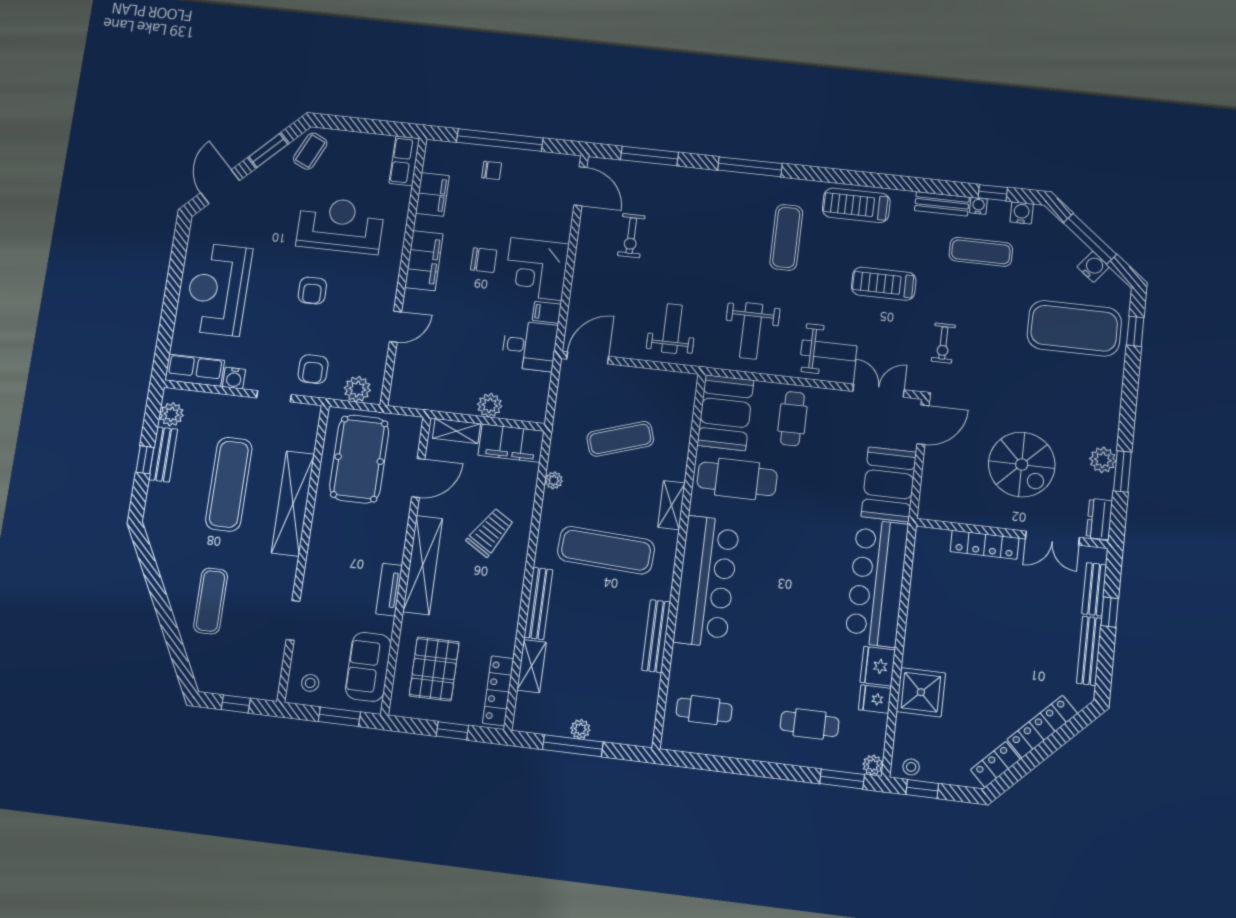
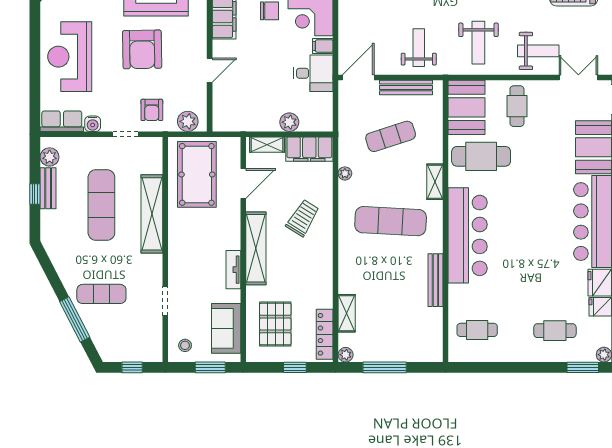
armchair: (312, 291) -> (142, 49), width x1.88, depth x1.88
exercise mat: (211, 601) -> (101, 294), turned 90
bench: (538, 603) -> (406, 87), moved, turned 90
window: (170, 630) -> (75, 319), added
plant: (580, 729) -> (346, 355), moved

